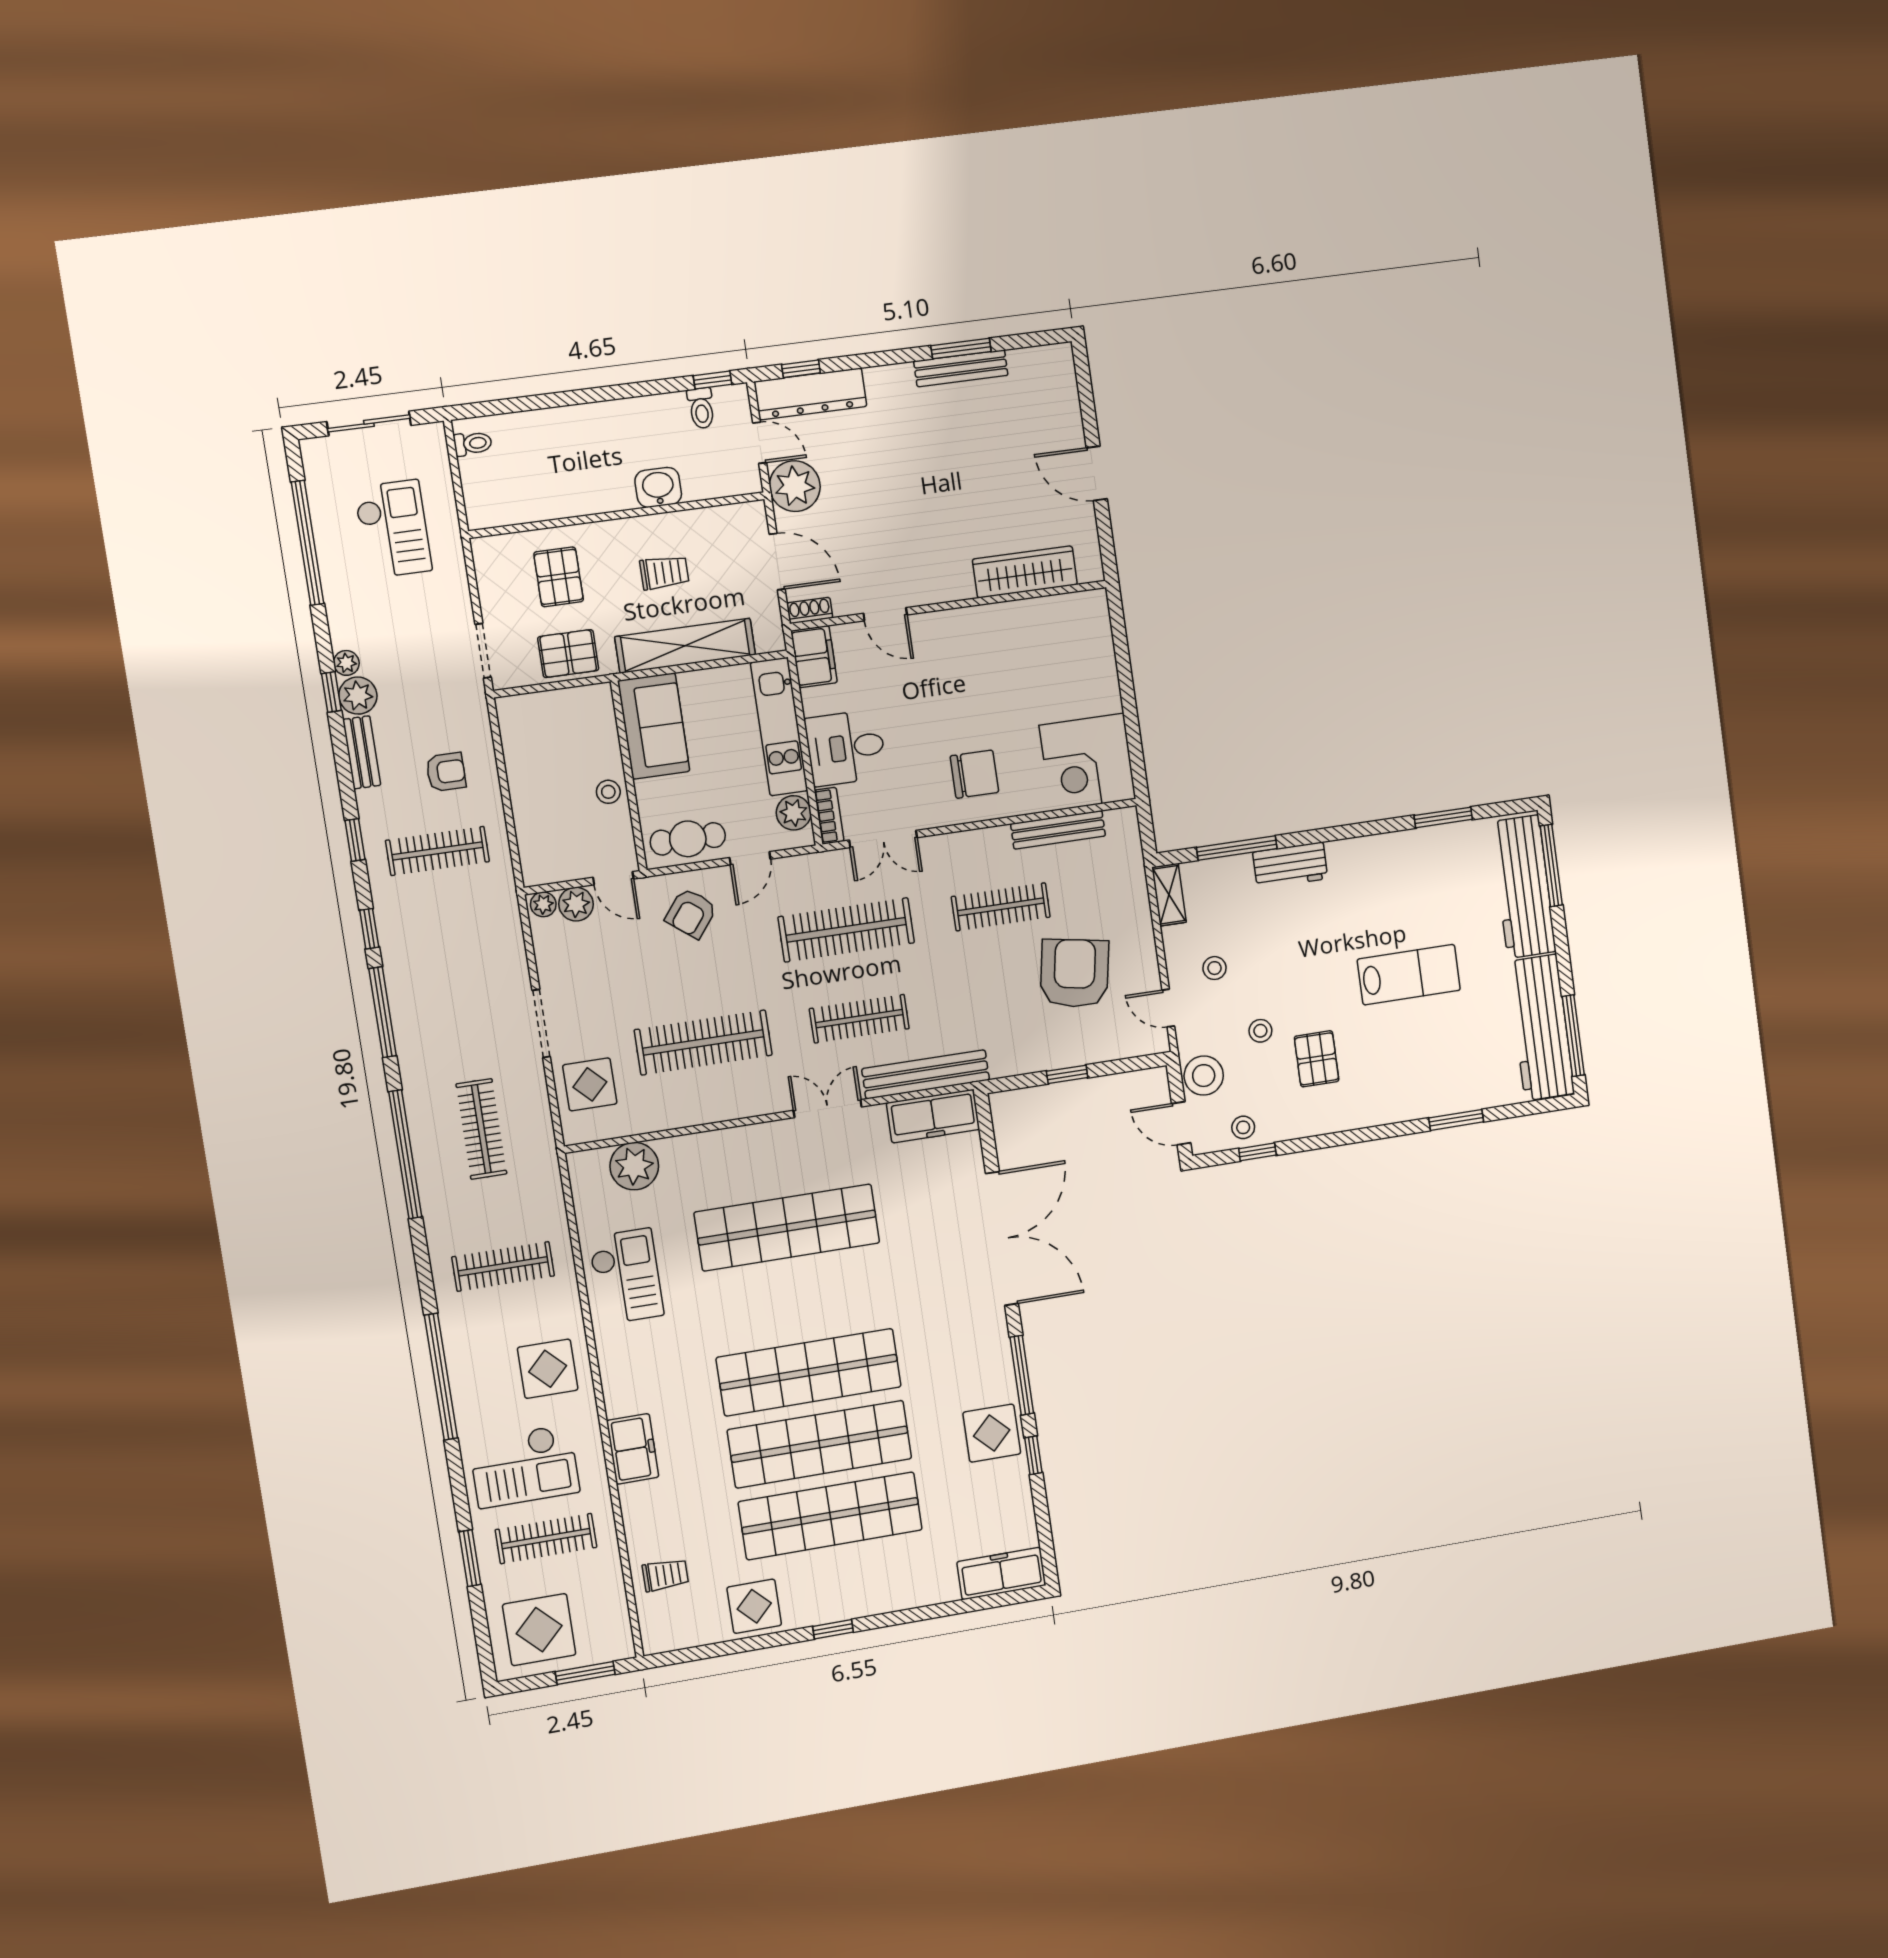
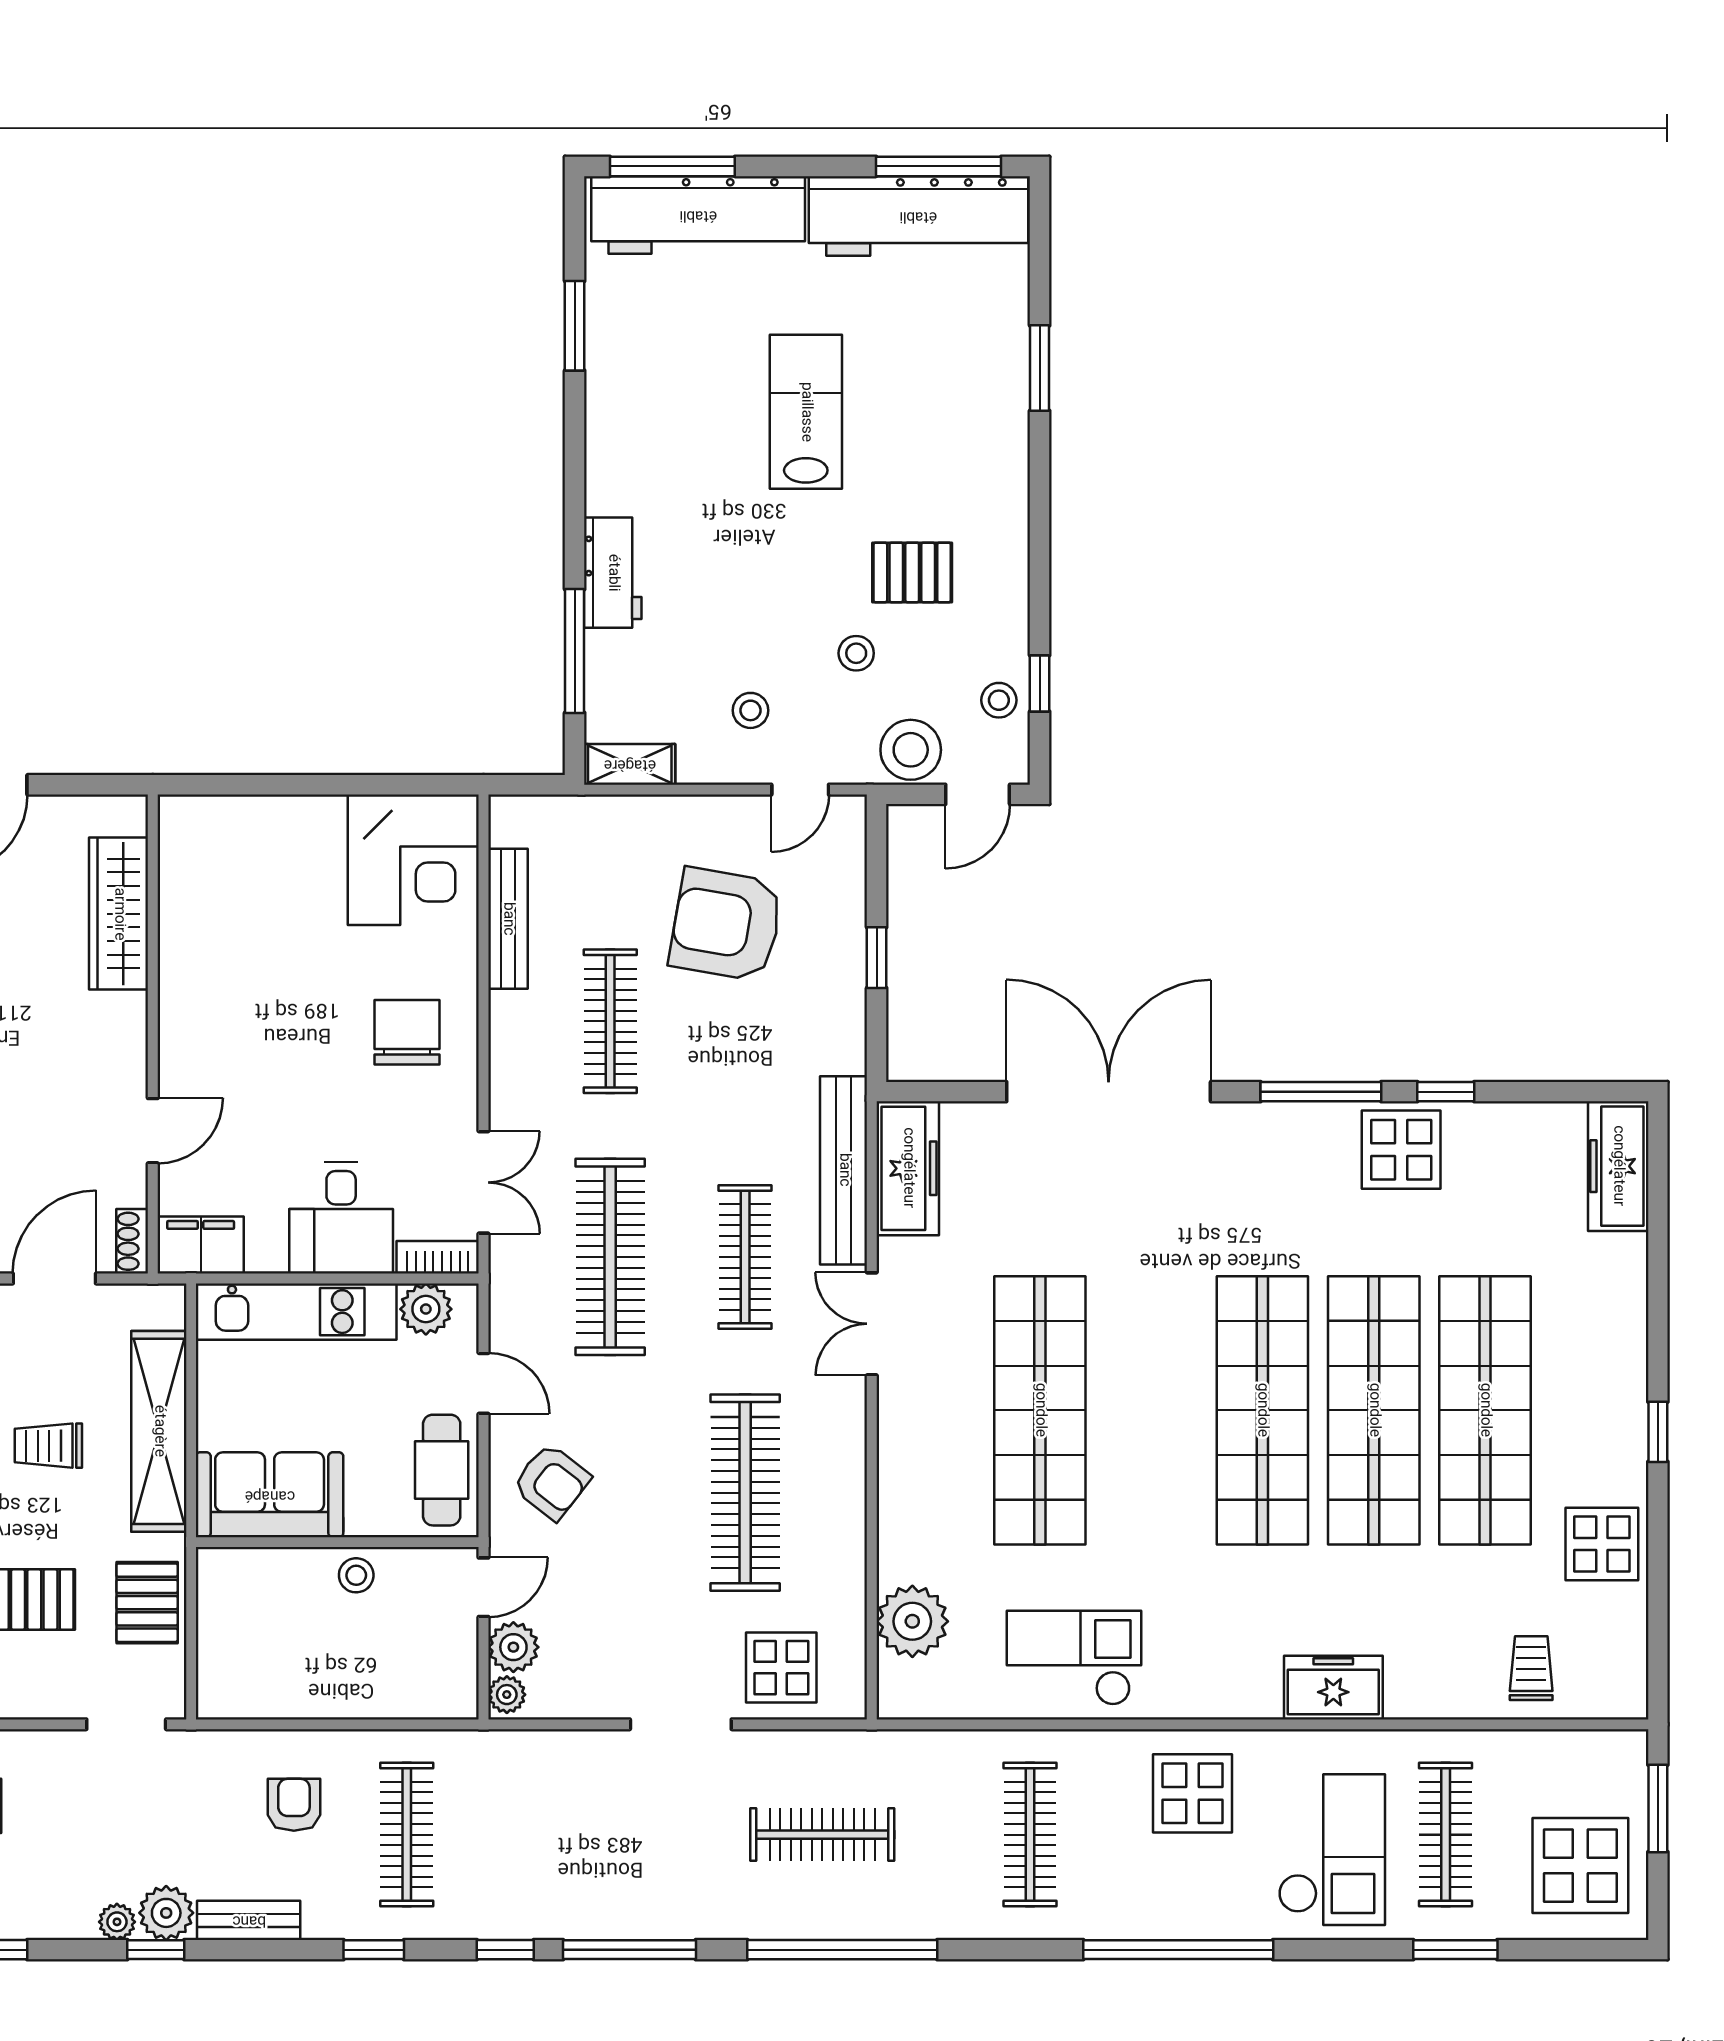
trolley: (664, 572) -> (48, 1446), turned -90

